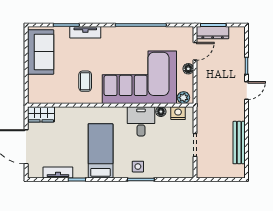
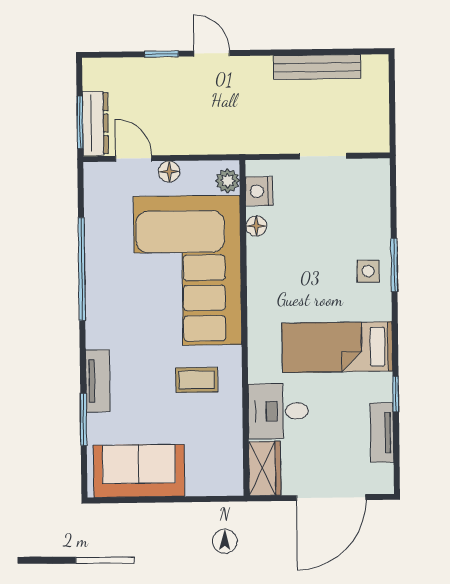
desk: (141, 121) -> (278, 411), moved

